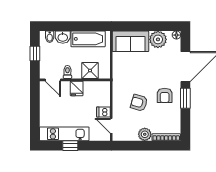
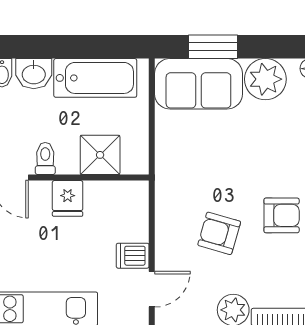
window: (136, 26) -> (213, 47), added
armchair: (165, 95) -> (282, 215), turned -90
door: (111, 126) -> (152, 289), swing flipped

